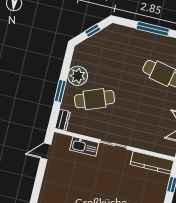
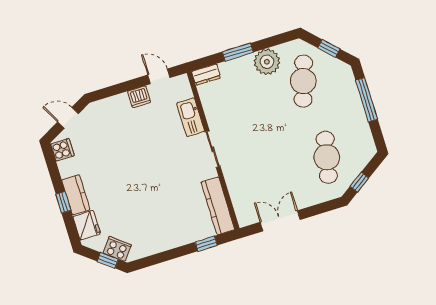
window: (153, 29) -> (367, 100), moved
cafe table: (95, 99) -> (303, 81), moved, turned 39
dishwasher: (51, 172) -> (139, 97), added

